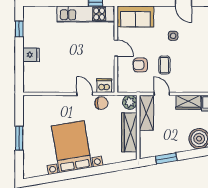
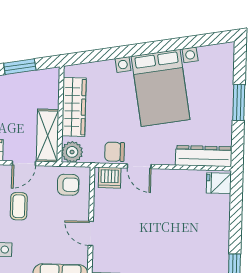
fridge: (31, 55) -> (219, 183), moved
armchair: (140, 65) -> (68, 185), moved
door: (162, 94) -> (24, 163), hinge flipped
dresser: (42, 102) -> (204, 156), added

